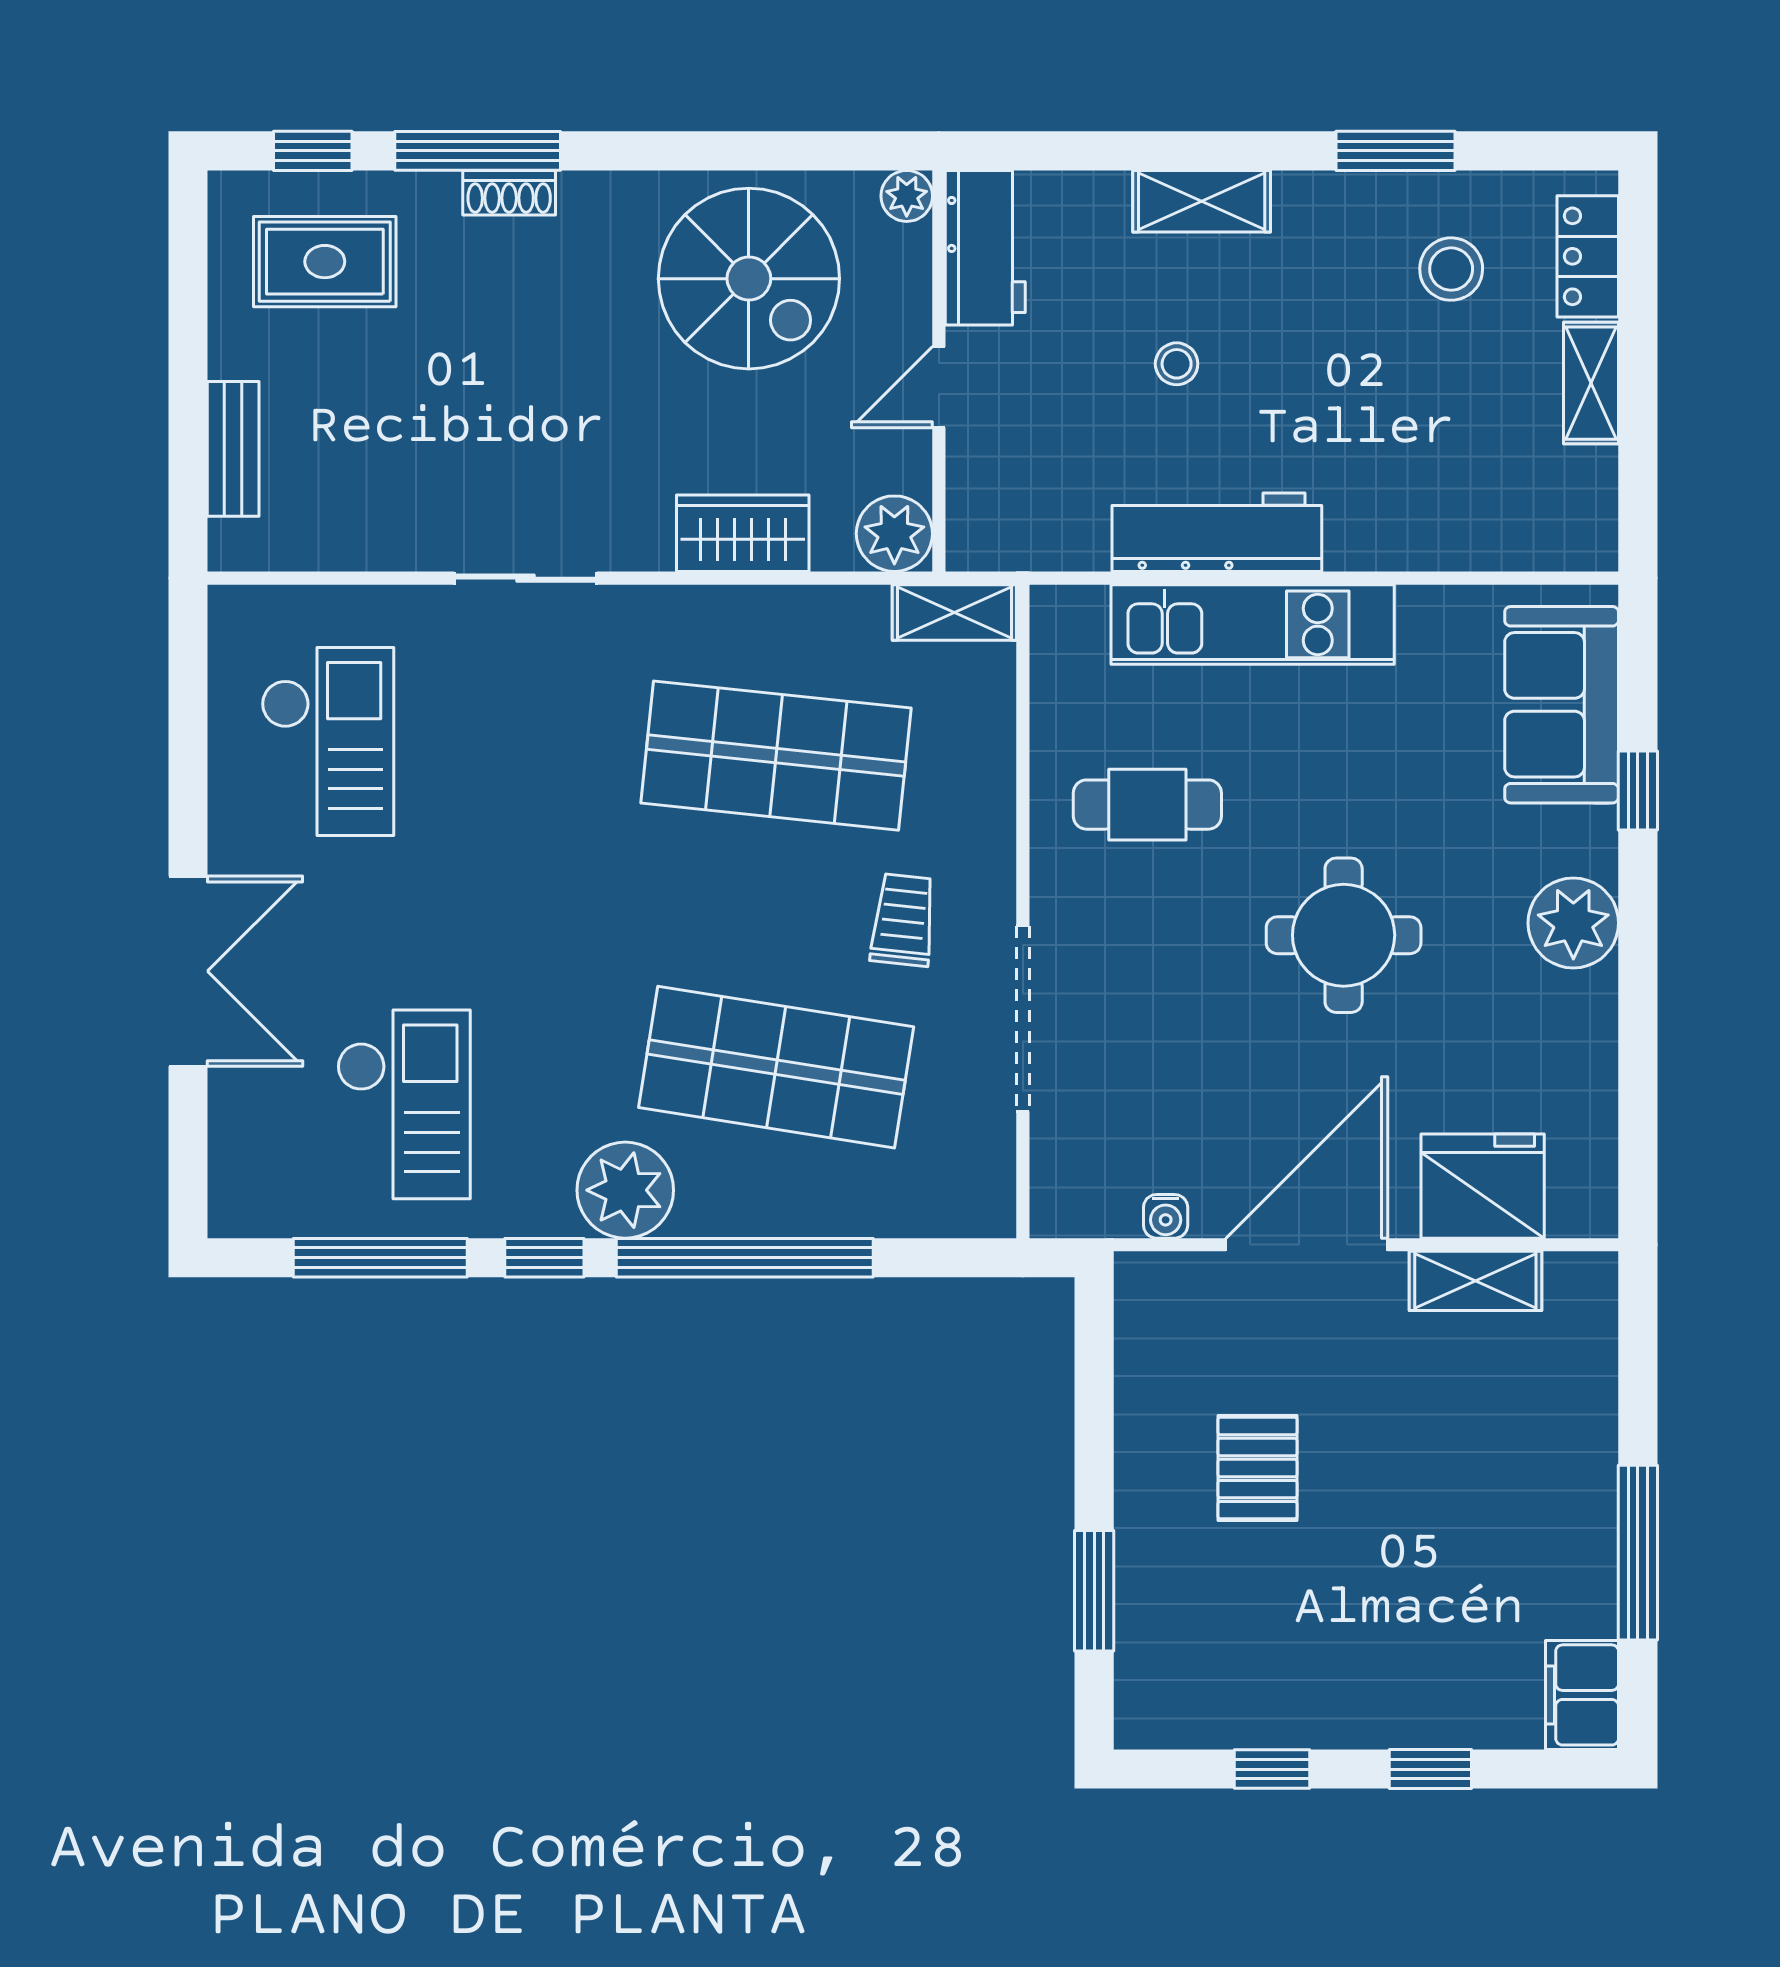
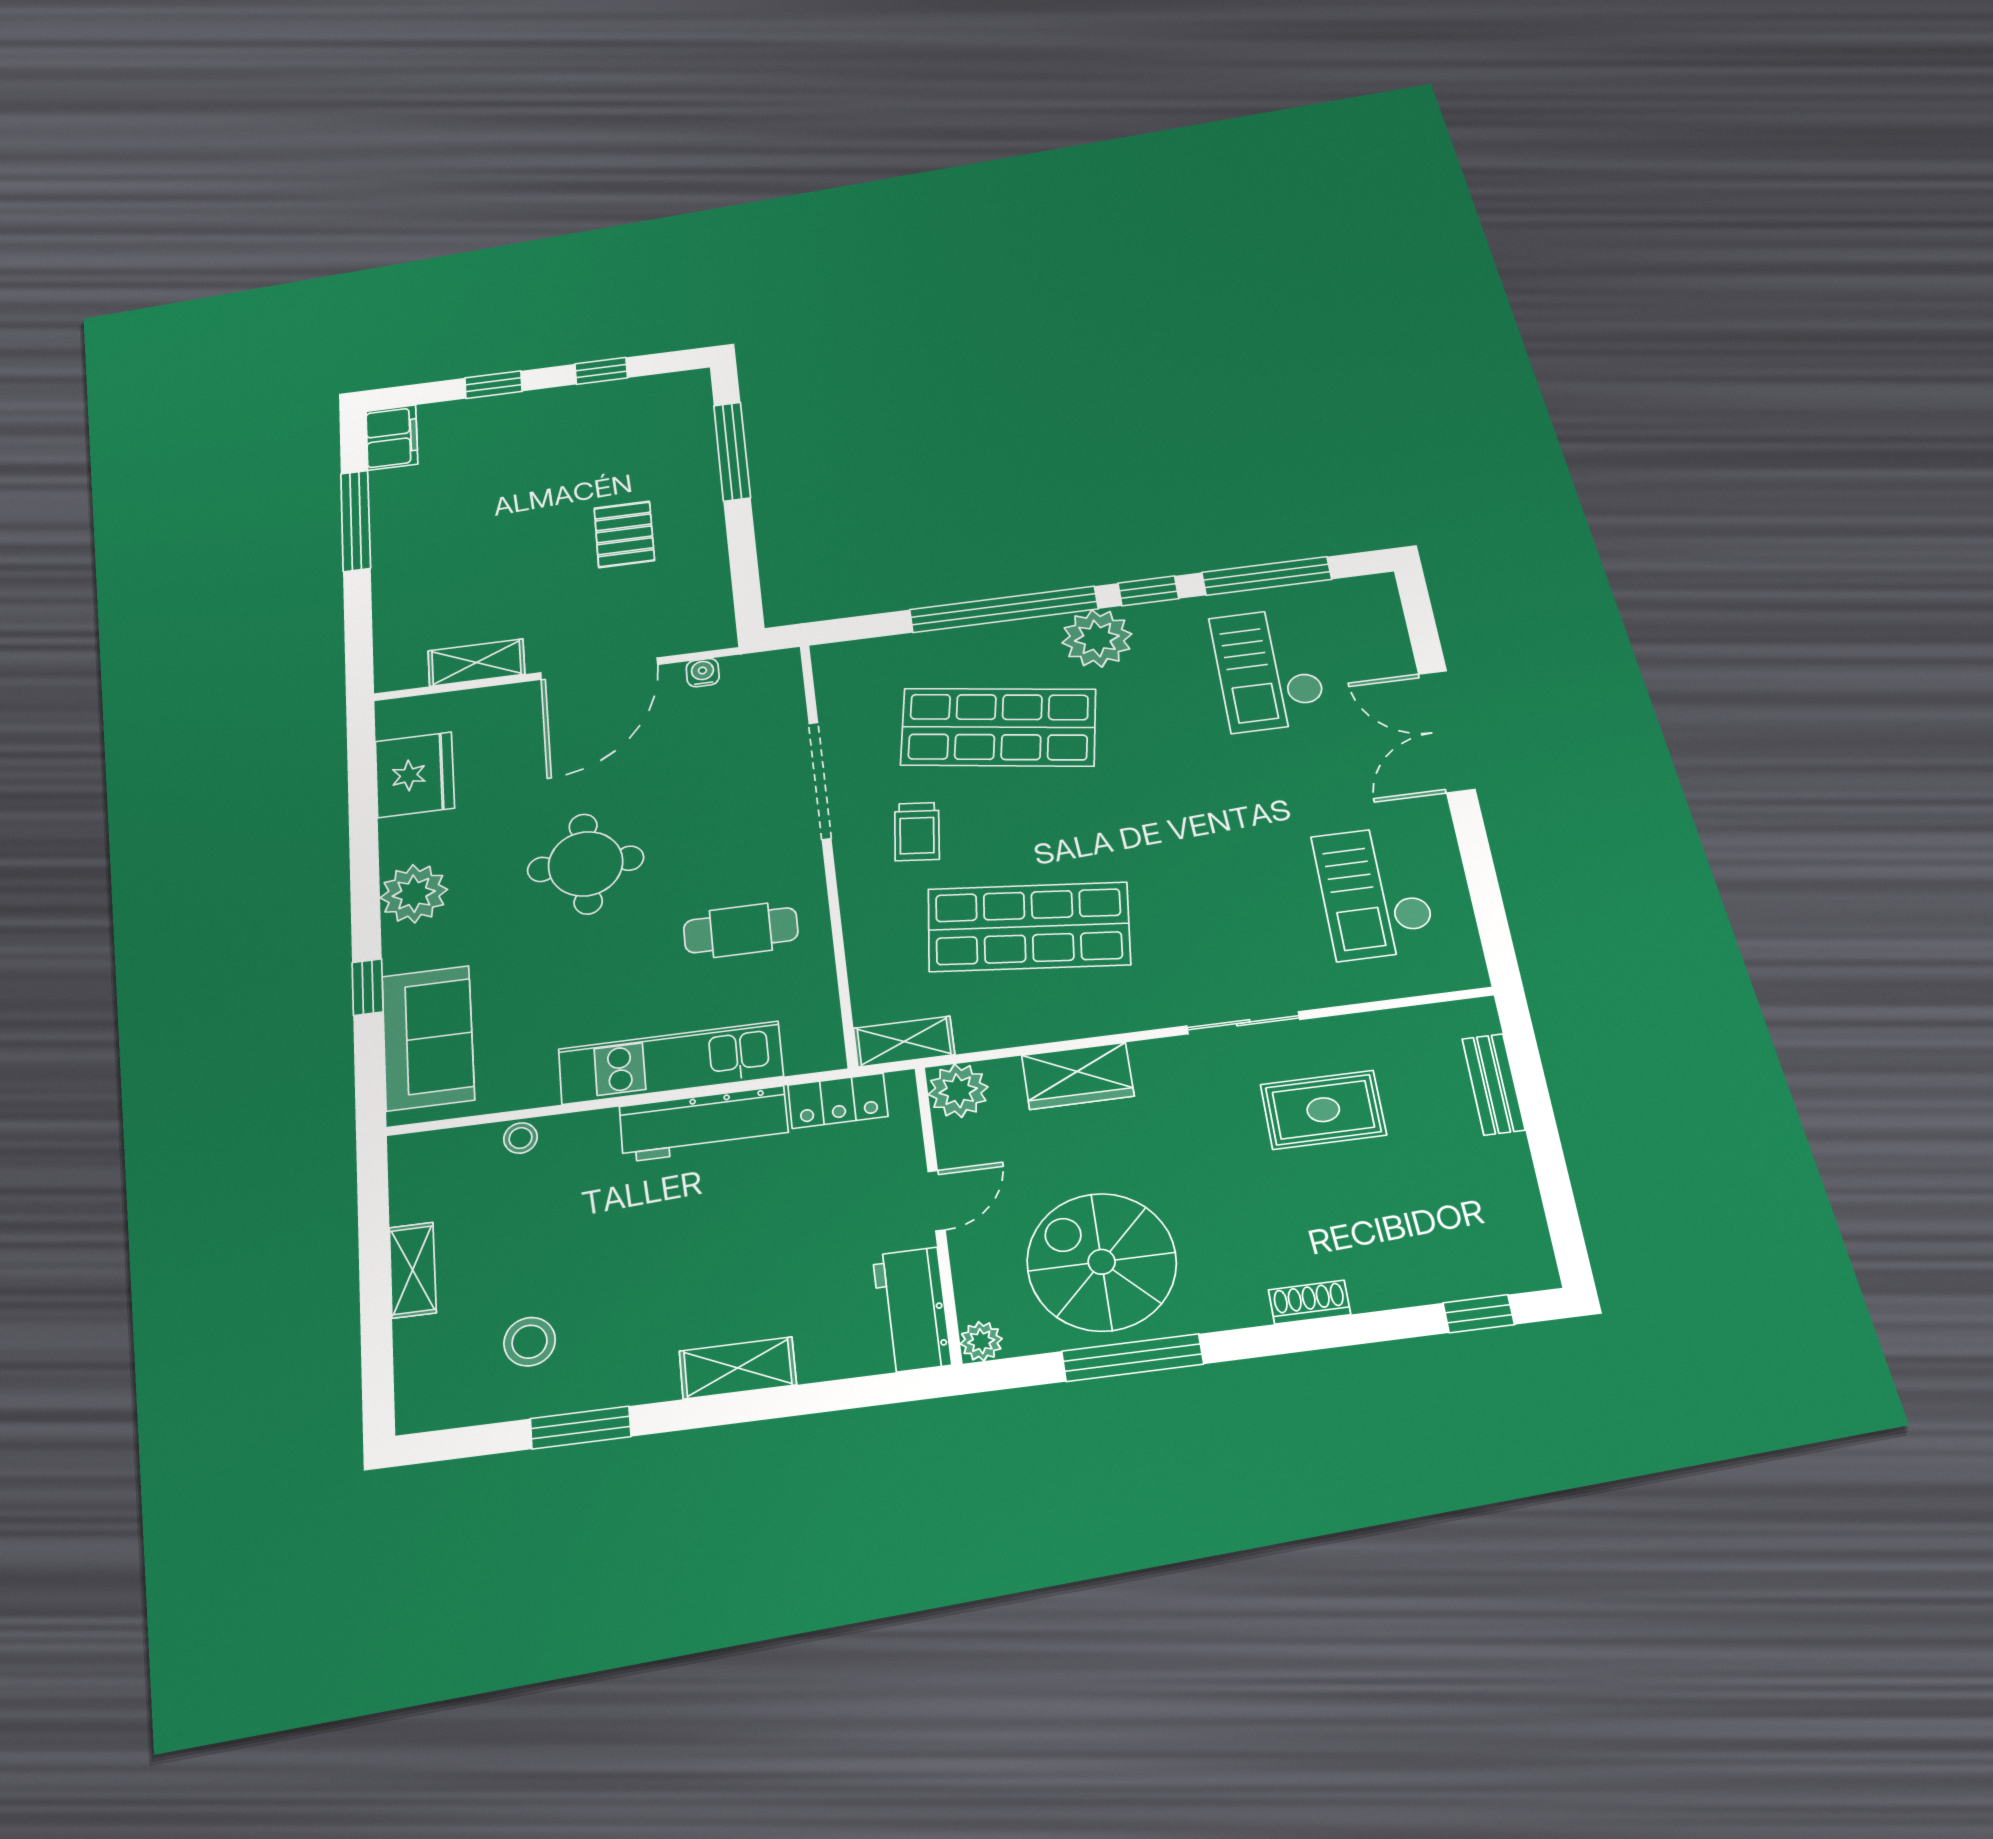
window: (478, 151) -> (1133, 1358), moved
locker: (1588, 256) -> (838, 1101), moved, turned 90
rug: (325, 262) -> (1323, 1110), moved
stool: (1177, 364) -> (521, 1138), moved
fridge: (1483, 1186) -> (415, 775), moved, turned -90
window: (1094, 1591) -> (732, 451), width x1.44

